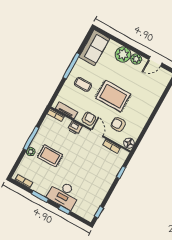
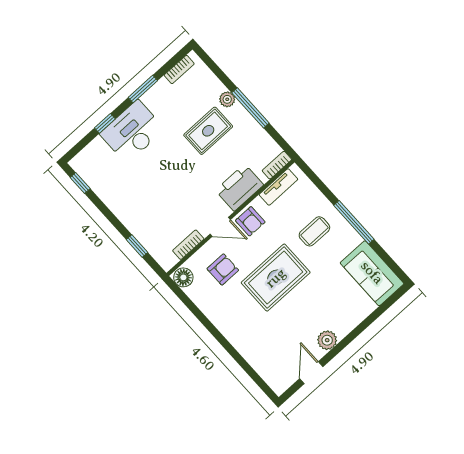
plant: (123, 54) -> (343, 320), removed
printer: (75, 128) -> (239, 188), width x1.87, depth x1.48

